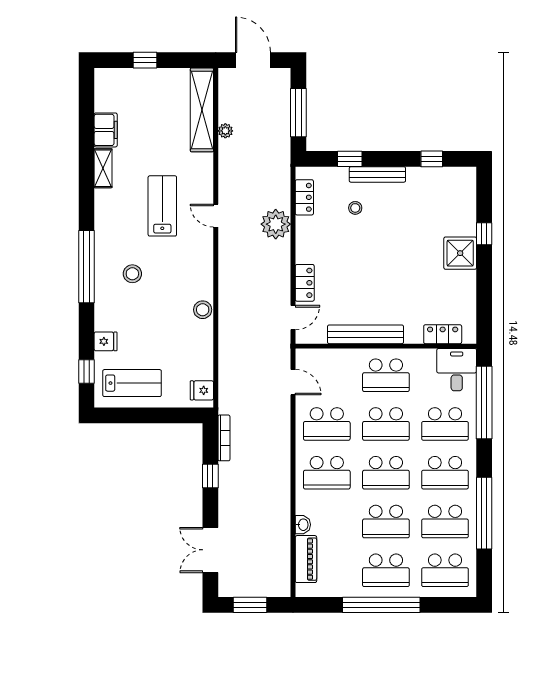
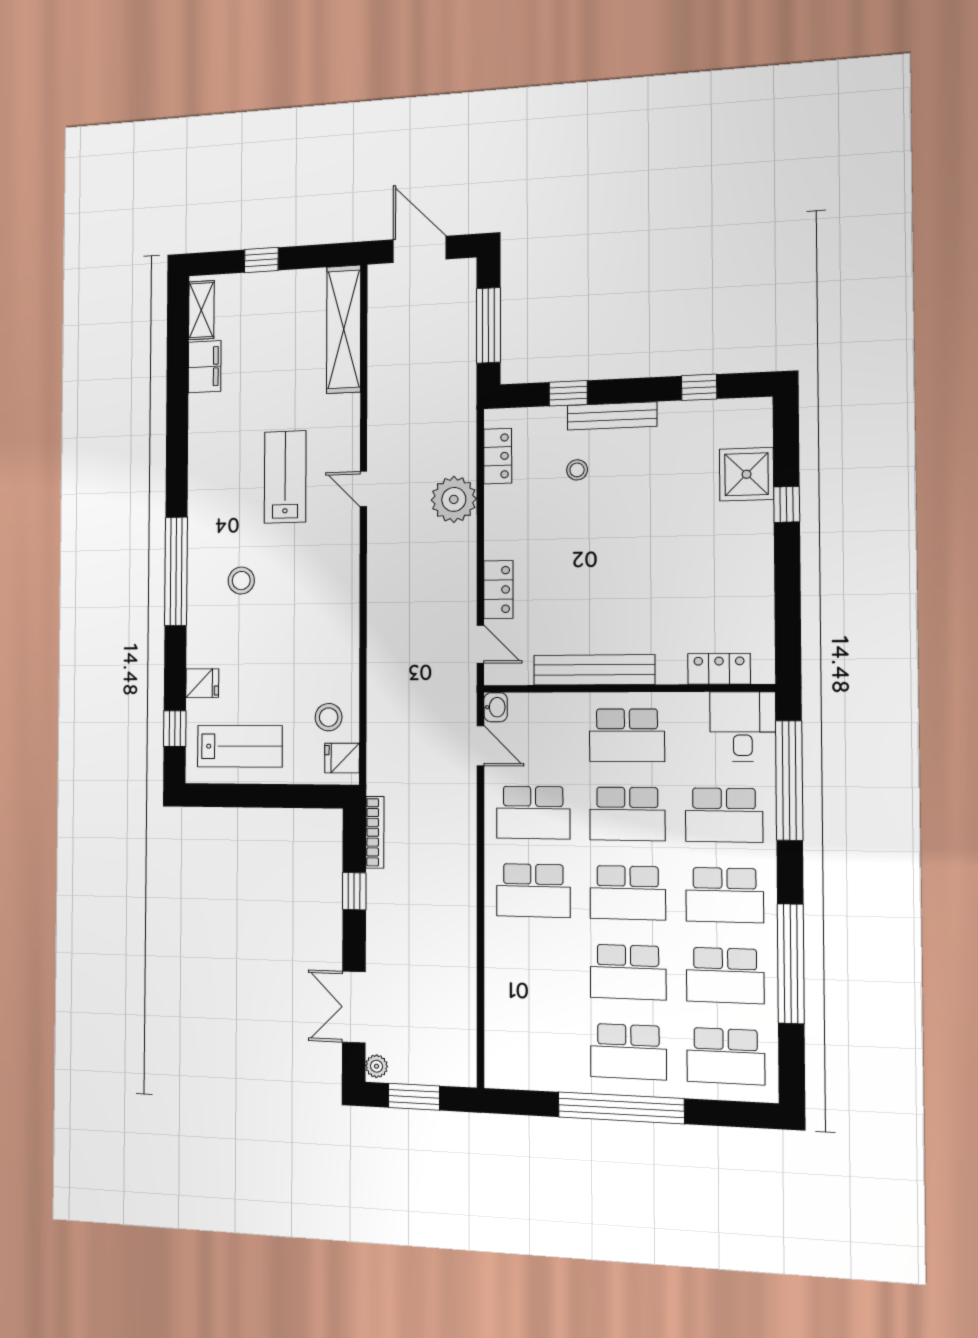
plant: (225, 131) -> (377, 1066), moved
shelving: (103, 168) -> (201, 310), moved
shower: (460, 253) -> (747, 474), moved
stool: (203, 310) -> (329, 717), moved
door: (293, 318) -> (480, 644), hinge flipped
washbasin: (303, 525) -> (496, 707), moved
piano: (306, 559) -> (501, 1028), removed

